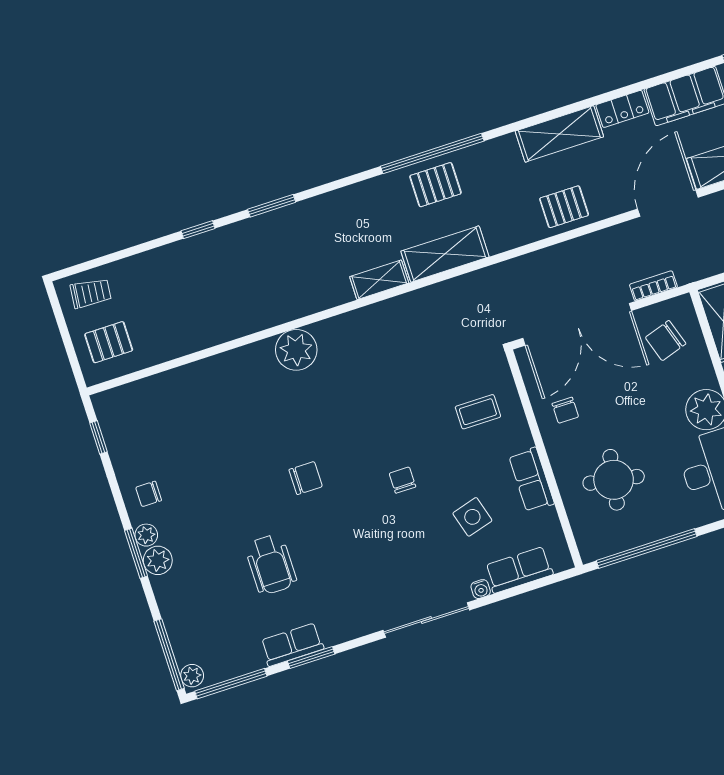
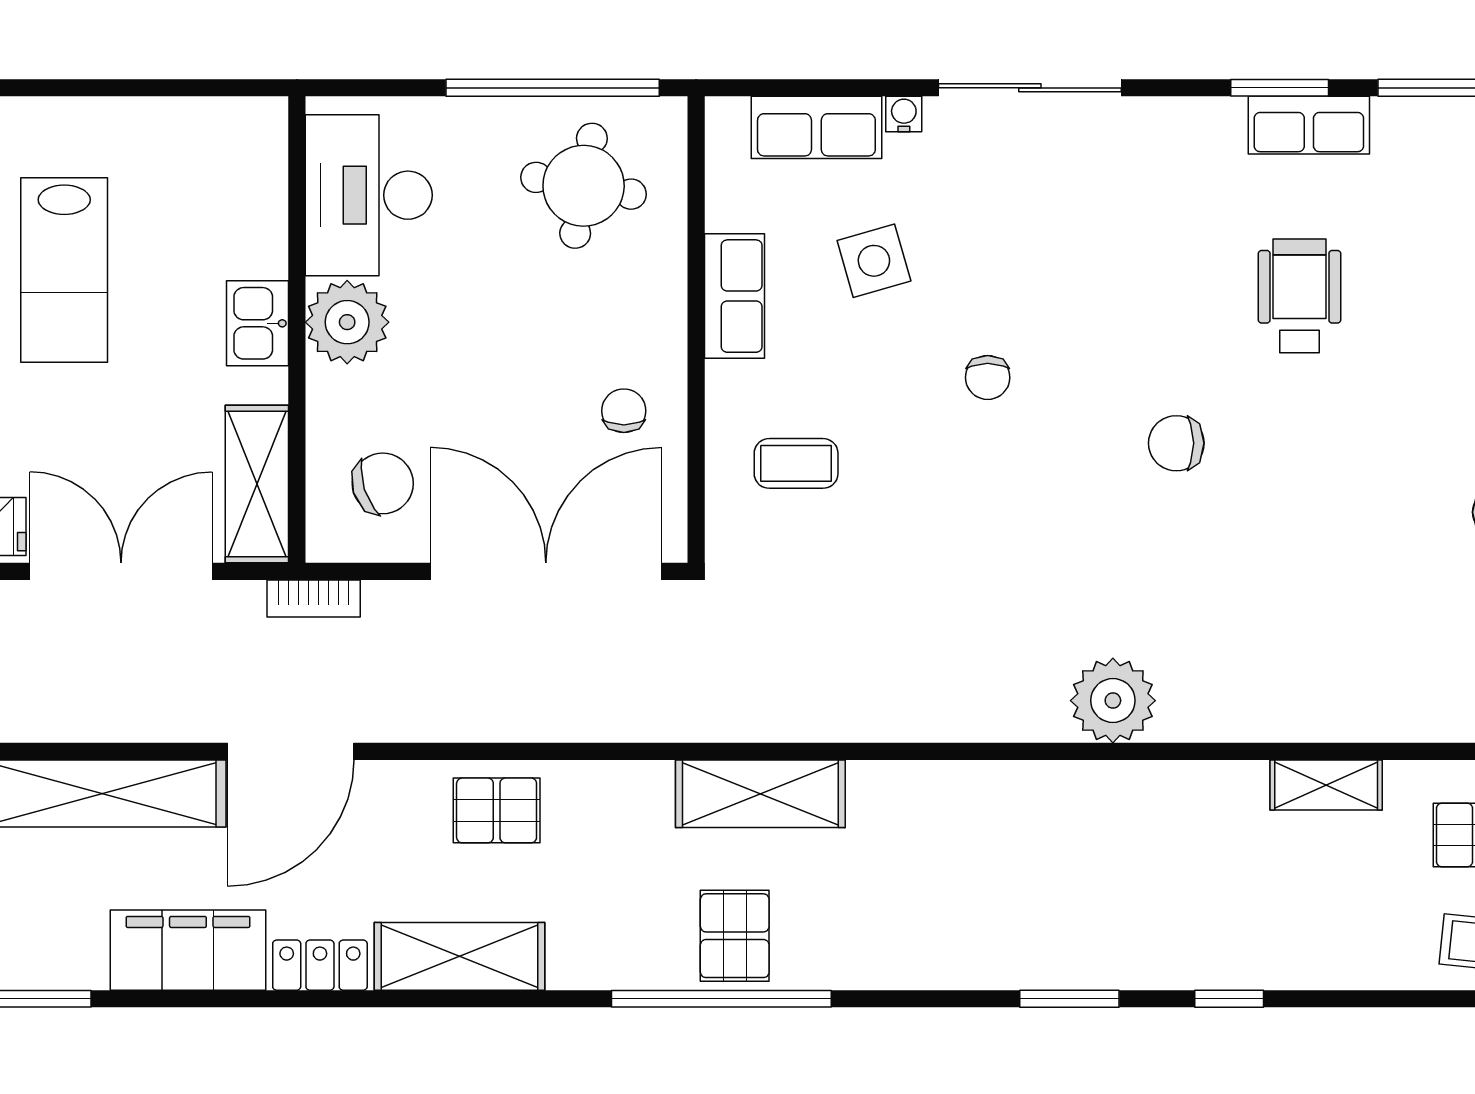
pallet: (435, 185) -> (735, 936), turned 90
shelving: (379, 280) -> (1326, 785), moved
bookcase: (653, 286) -> (314, 598), moved
round table: (614, 480) -> (584, 186), moved

